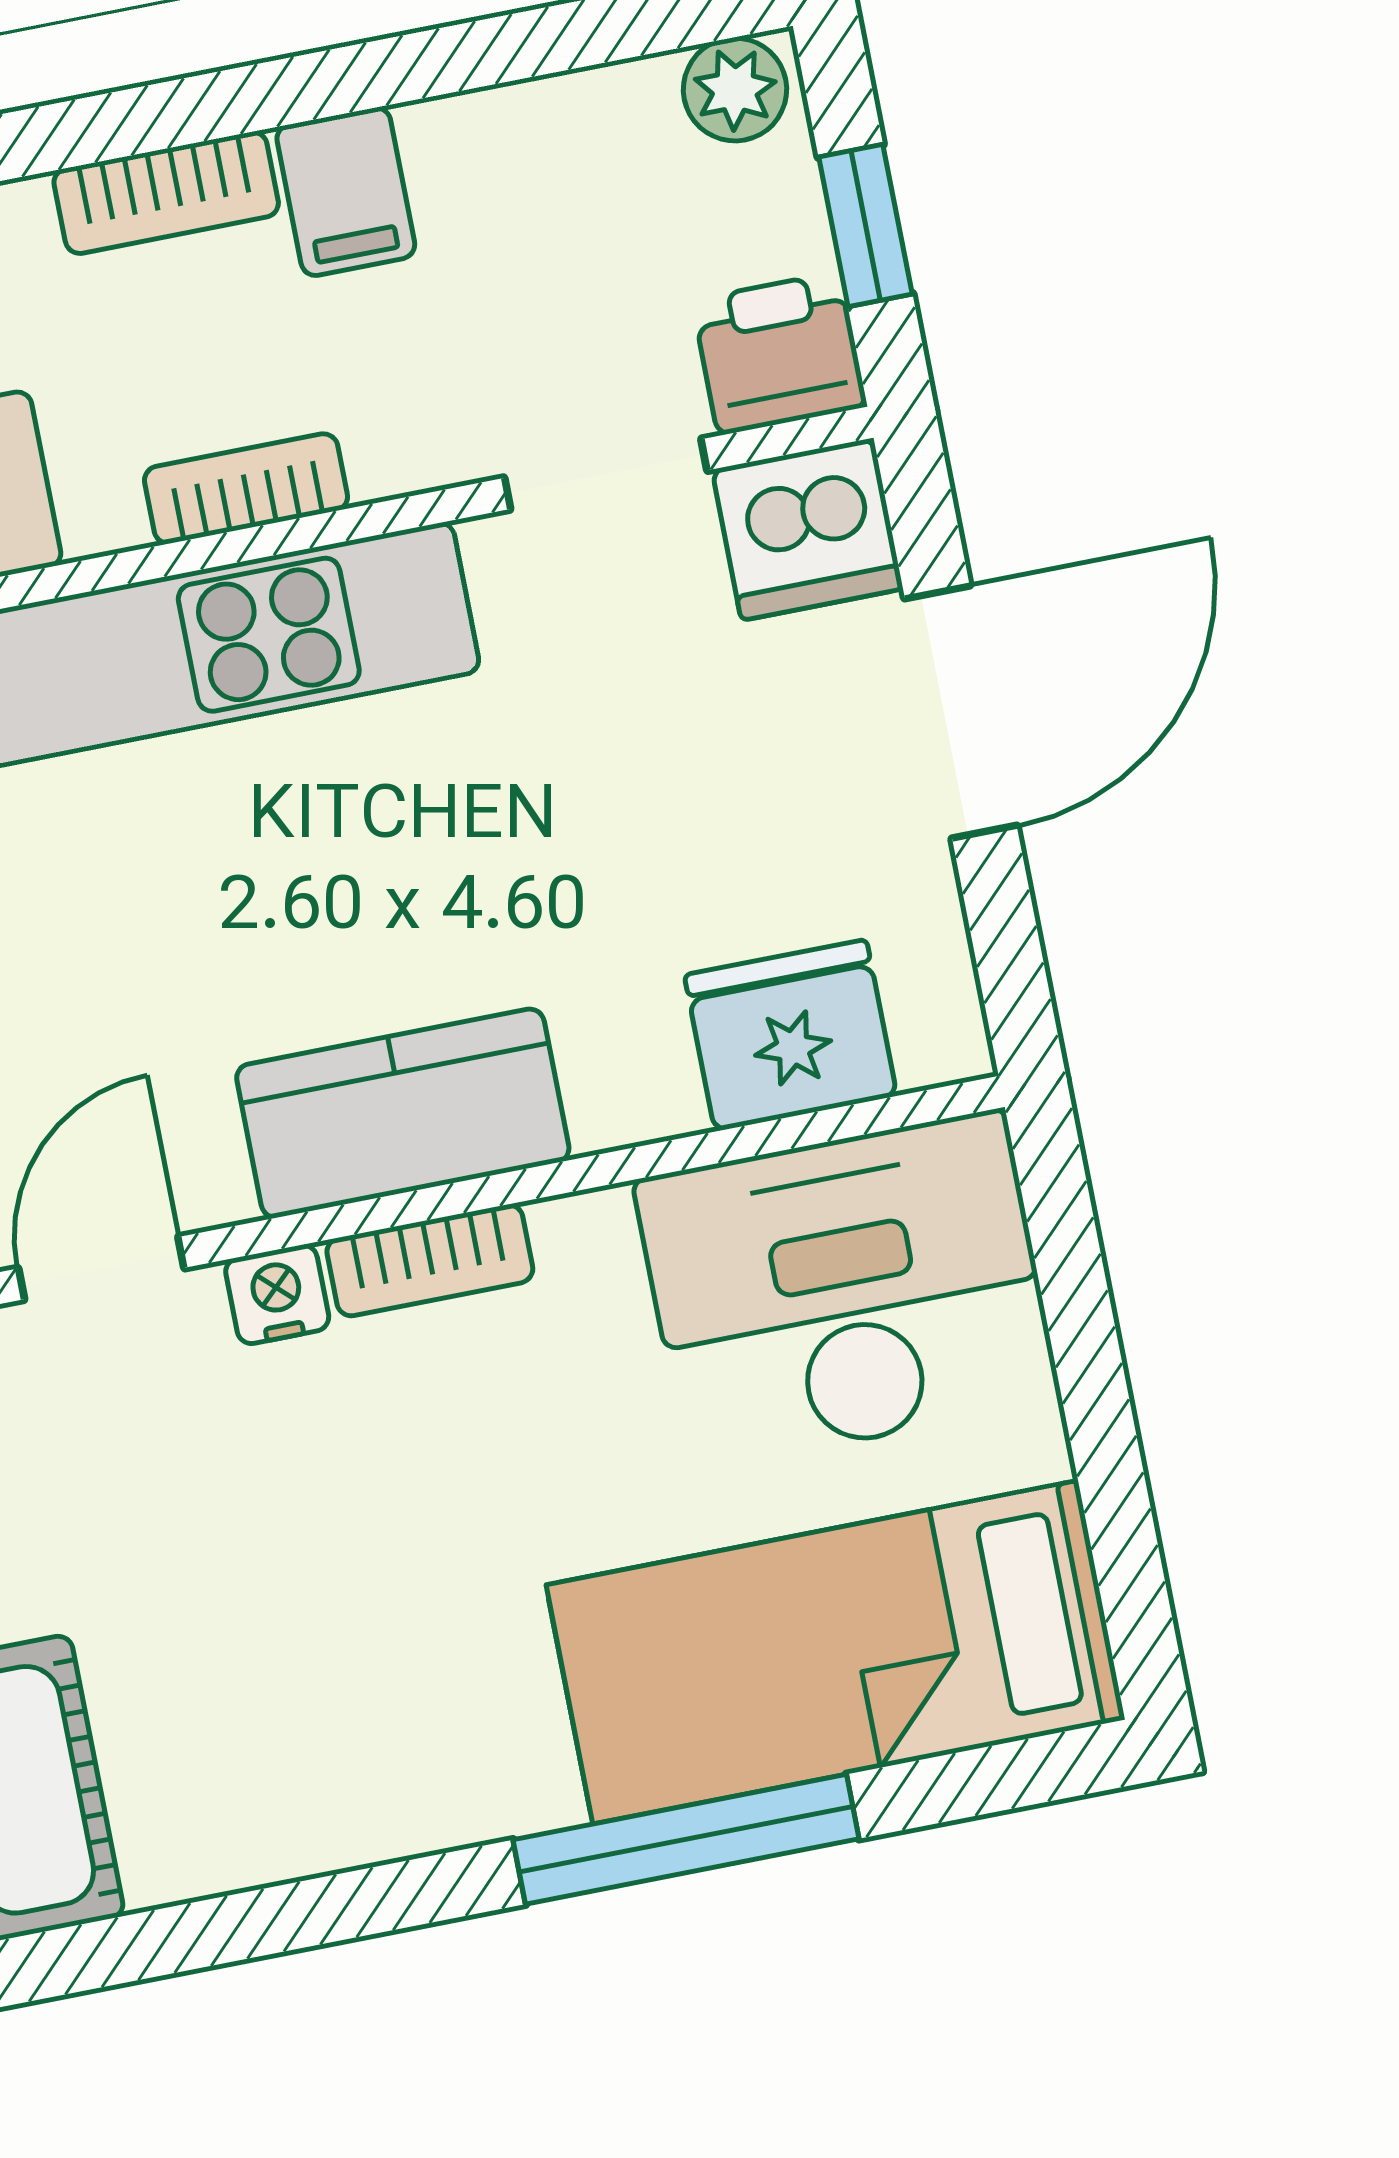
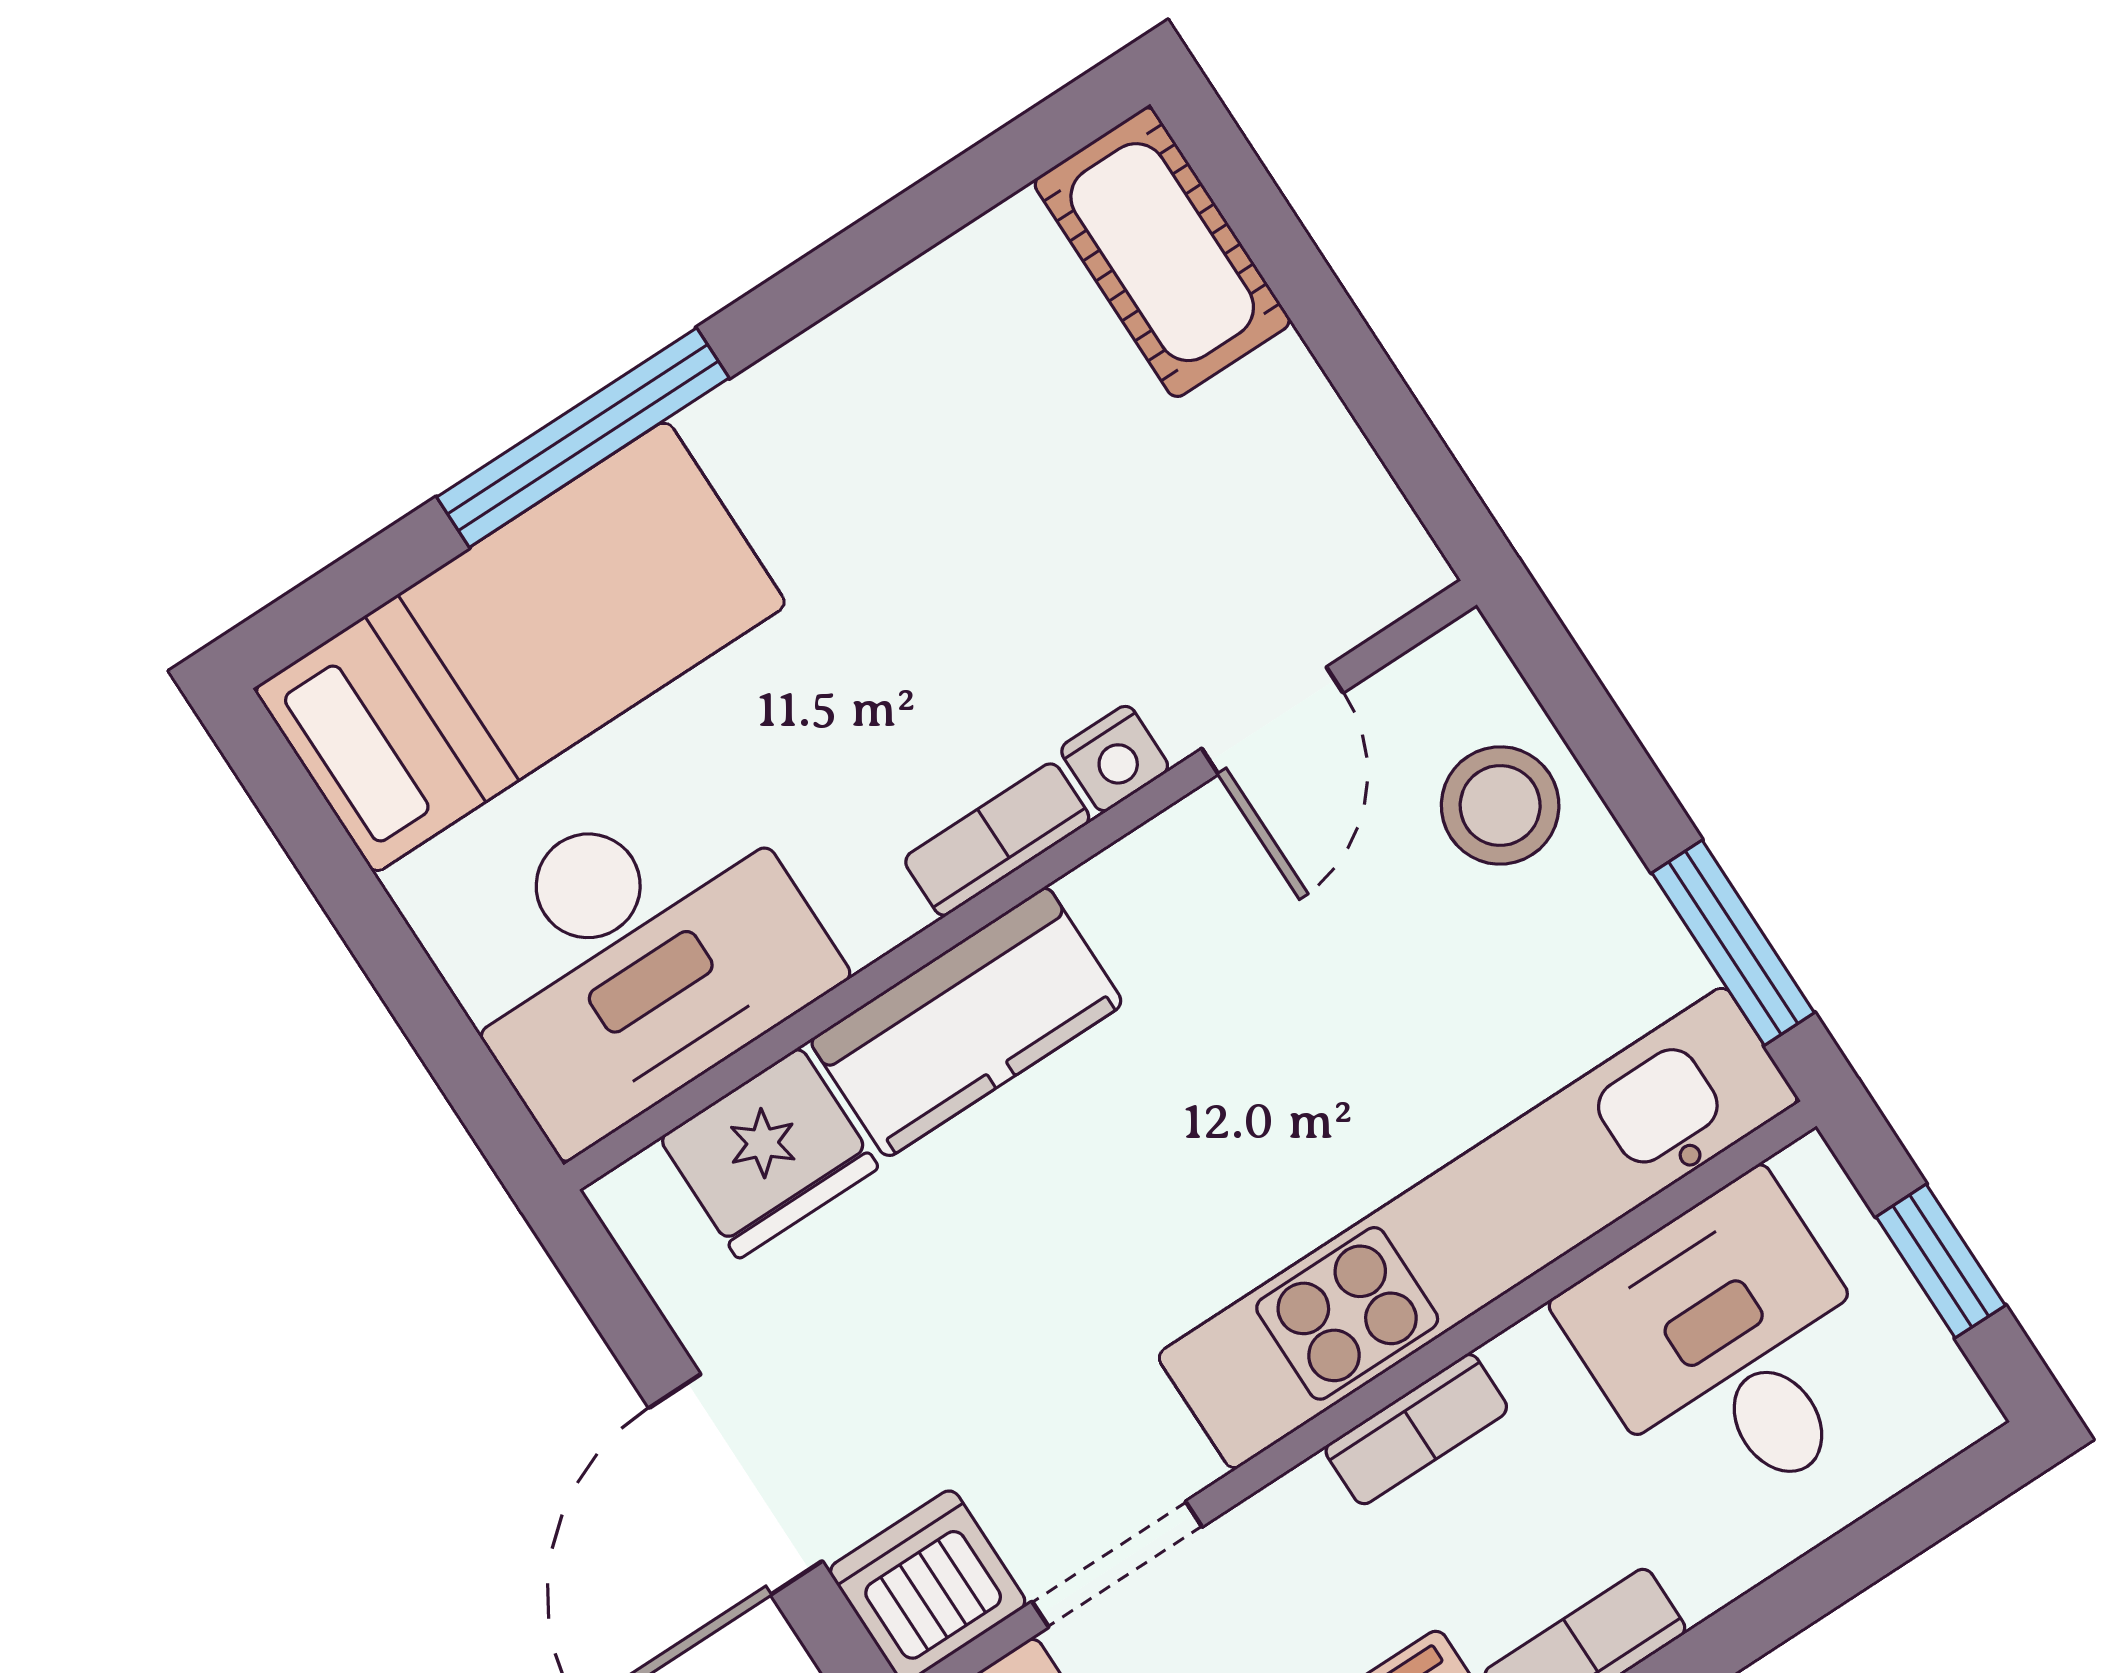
kitchen counter: (403, 1113) -> (967, 1022), moved

